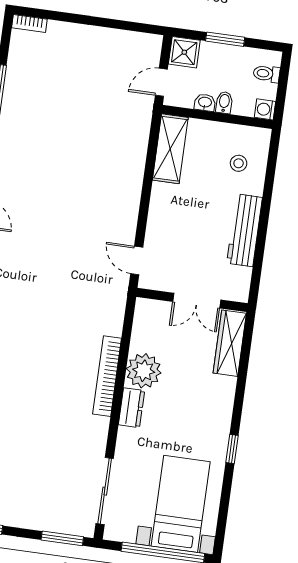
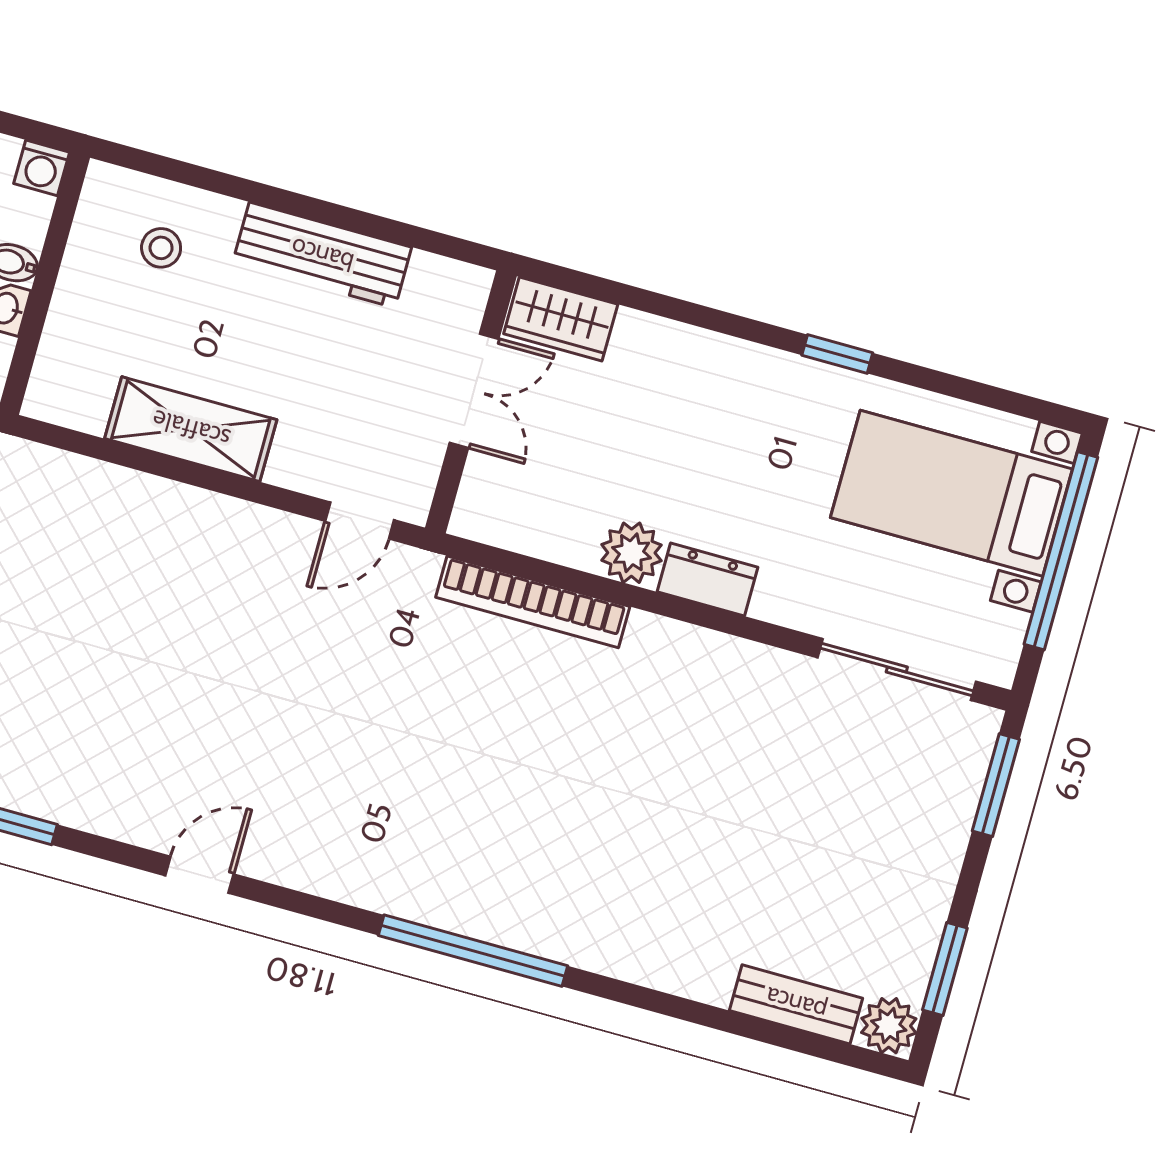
shelving: (170, 149) -> (191, 429), moved
wardrobe: (230, 343) -> (561, 319), width x0.67
plant: (144, 371) -> (631, 553), width x0.73, depth x0.73
bookcase: (107, 376) -> (533, 602), moved

